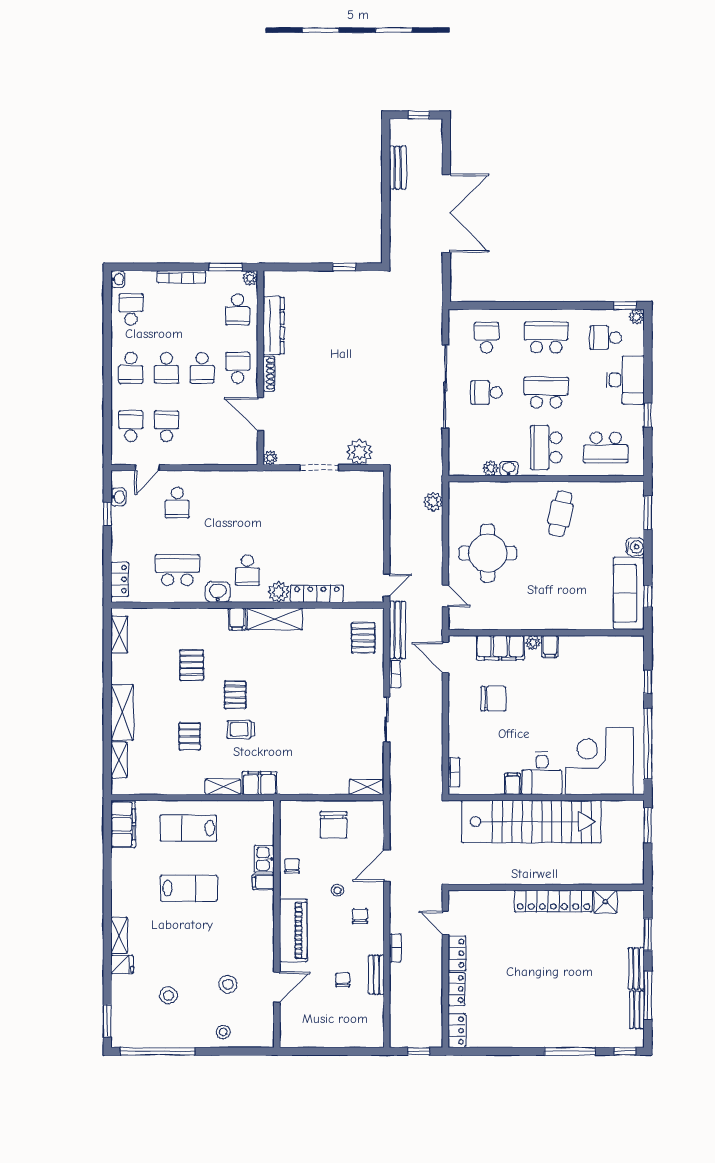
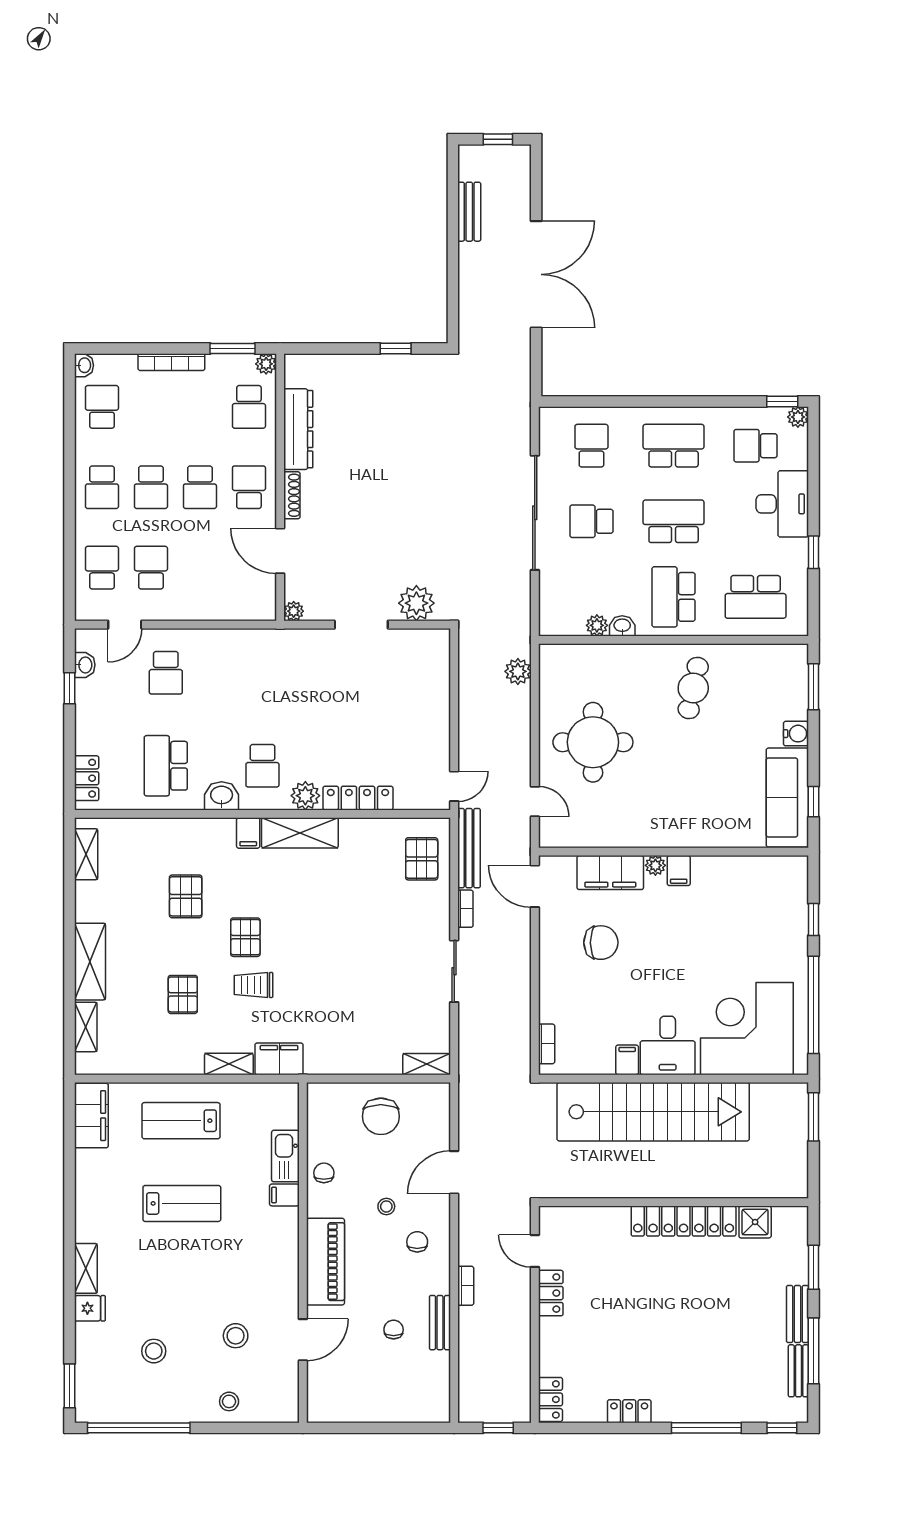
school desk: (177, 570) -> (166, 766), turned -90
kitchen sink: (264, 859) -> (285, 1156), width x1.38
locker: (457, 989) -> (629, 1411), moved, turned -90

